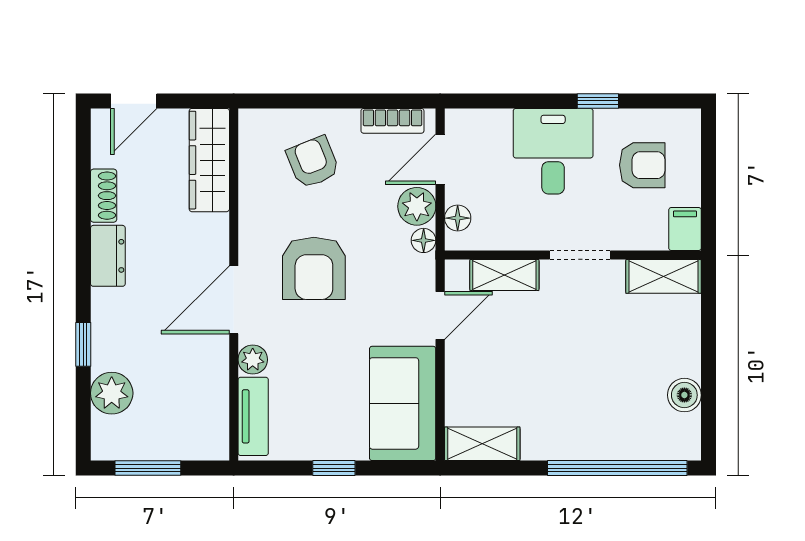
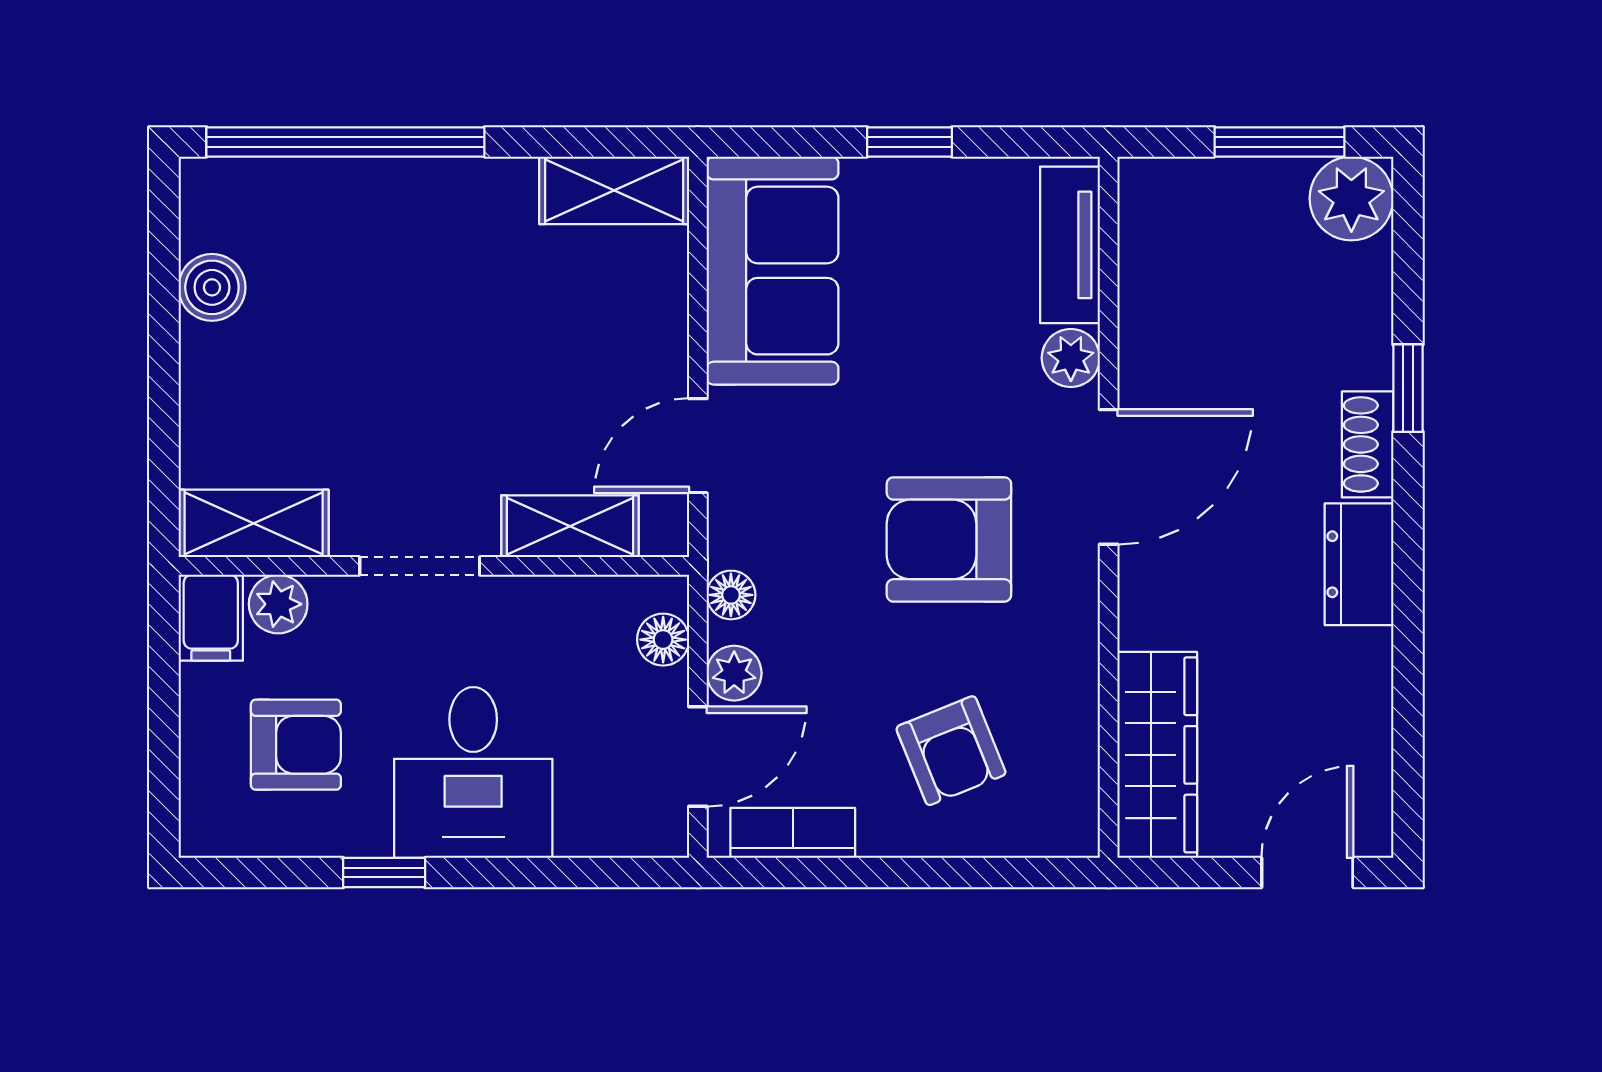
armchair: (642, 165) -> (296, 745), turned 180
shoe rack: (104, 196) -> (1368, 444), moved
plant: (417, 206) -> (734, 673), width x0.73, depth x0.73
plant: (651, 236) -> (278, 604), added
armchair: (314, 268) -> (949, 539), turned -90
plant: (112, 393) -> (1351, 198), moved

